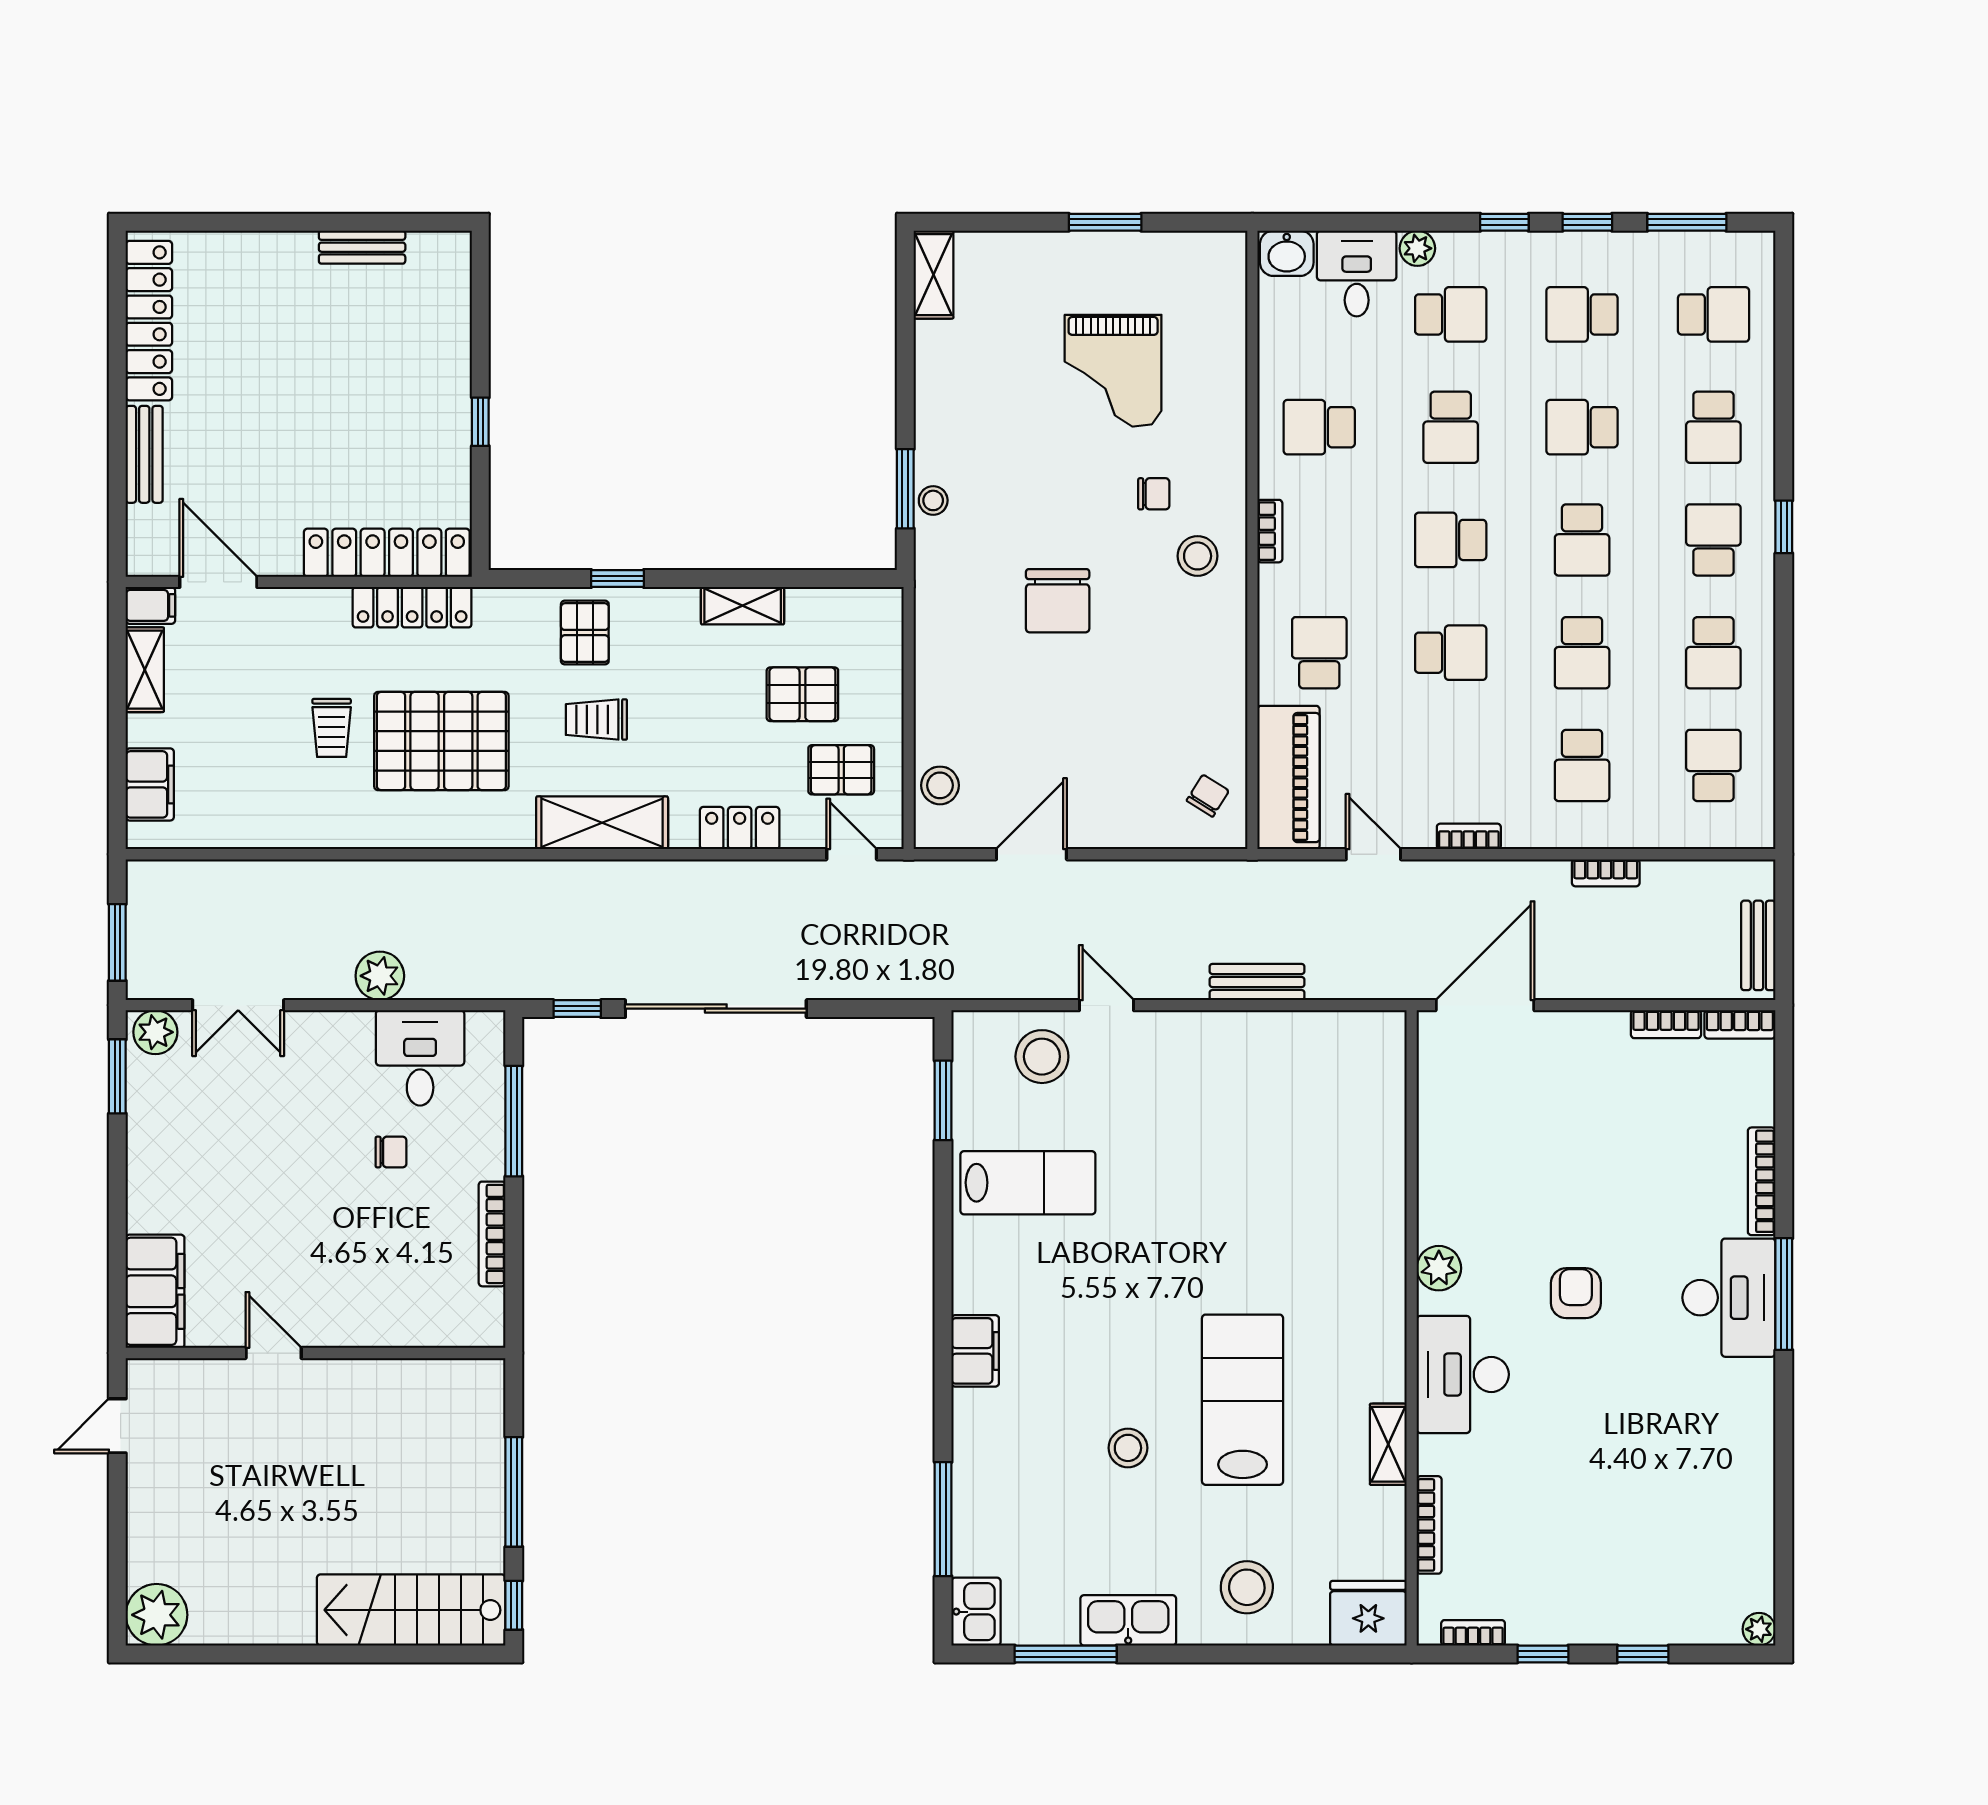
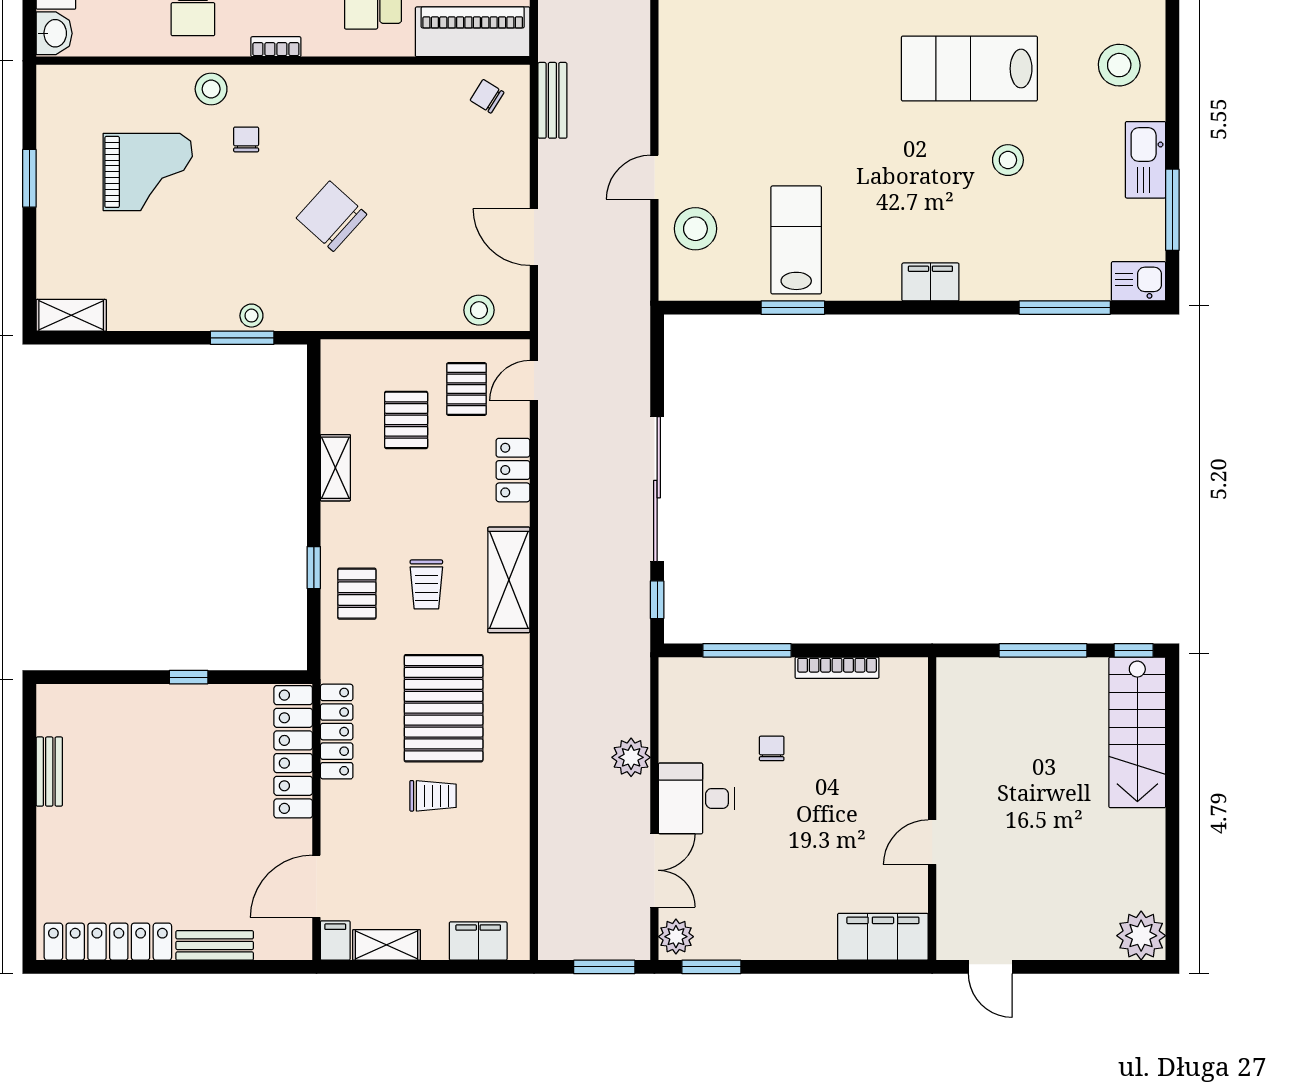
stool: (1198, 556) -> (211, 89), moved
chair: (1058, 601) -> (332, 216), turned -138
pallet: (585, 633) -> (357, 594), turned 90
bench: (1257, 982) -> (552, 100), moved
desk: (420, 1058) -> (697, 798), moved
window: (943, 1100) -> (793, 308), moved

